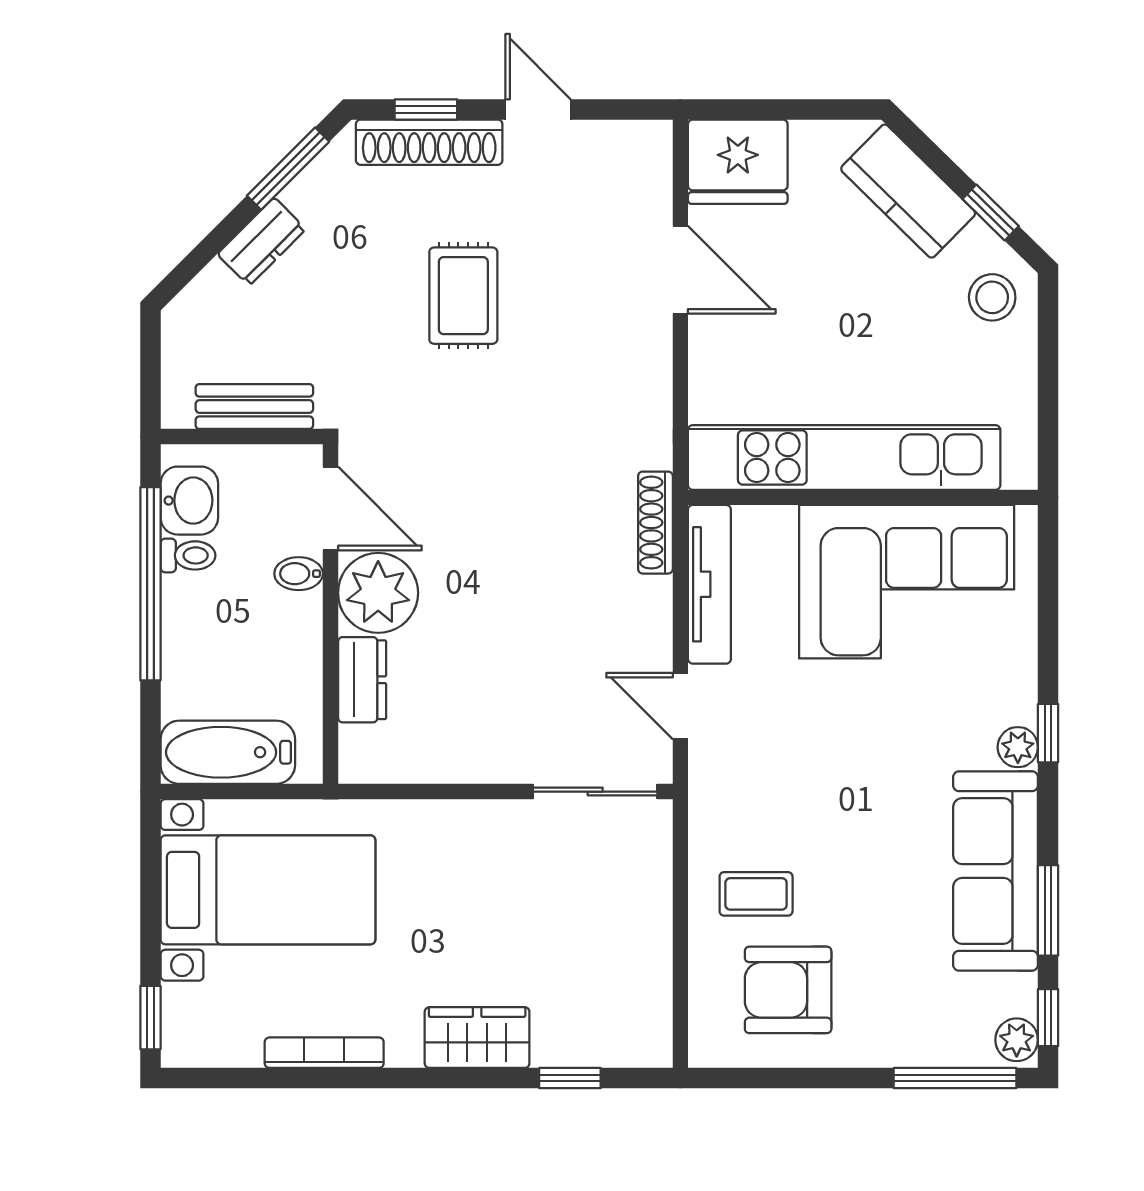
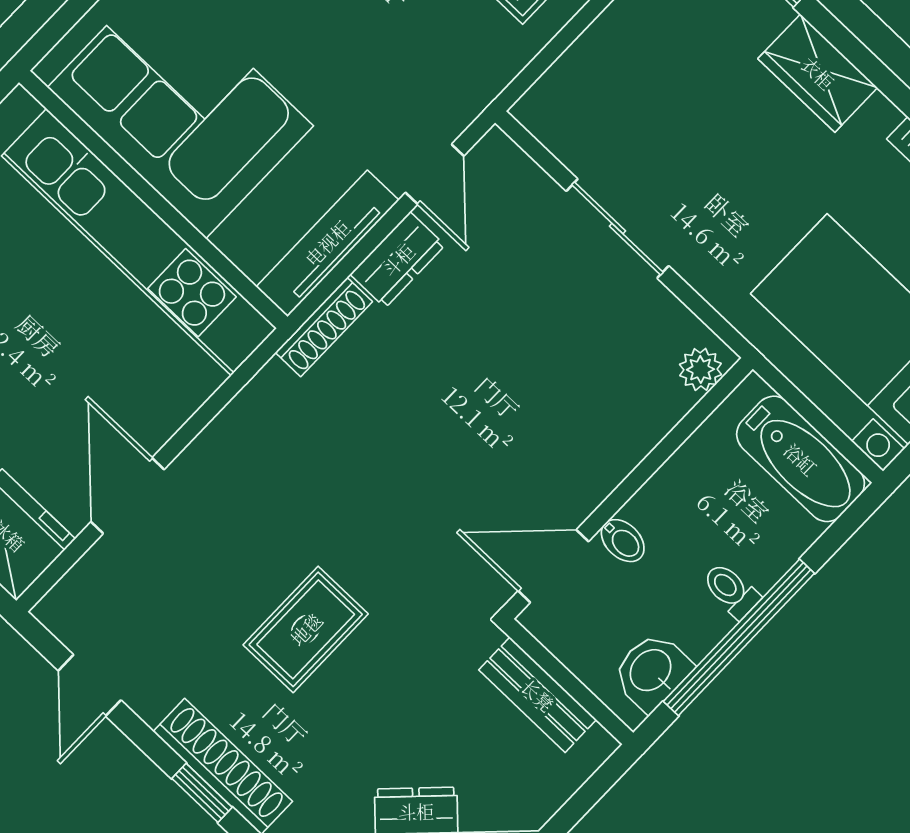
door: (538, 109) -> (90, 685), moved
door: (330, 508) -> (553, 566), hinge flipped
toilet: (188, 555) -> (731, 590), moved
plant: (378, 593) -> (701, 369), moved, width x0.53, depth x0.53
dresser: (362, 680) -> (398, 260), moved, turned 180
sliding door: (595, 792) -> (617, 229), moved

